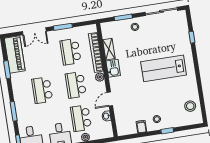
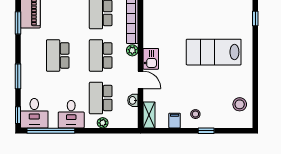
shelving: (109, 49) -> (149, 115), moved
kitchen sink: (113, 68) -> (151, 59), moved
door: (110, 99) -> (141, 80), swing flipped

